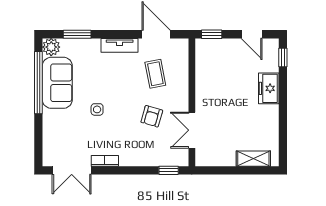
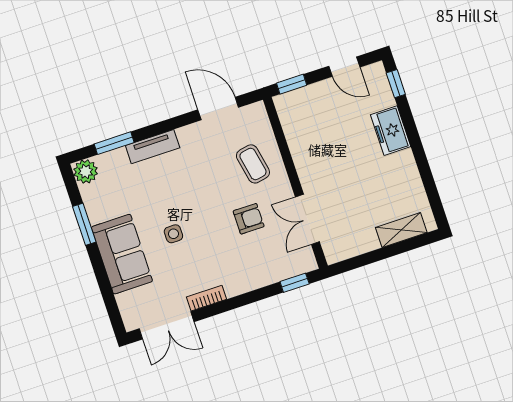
tv unit: (120, 45) -> (153, 147), moved
coffee table: (155, 74) -> (253, 164), moved
window: (38, 83) -> (84, 224), width x0.47
sofa: (57, 83) -> (122, 254), moved
armchair: (152, 116) -> (249, 219), turned -106

